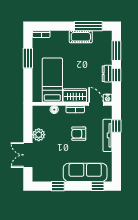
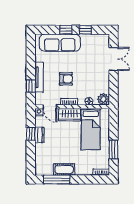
window: (116, 51) -> (31, 157), removed
plant: (39, 135) -> (103, 99), moved
window: (98, 186) -> (66, 30), moved

